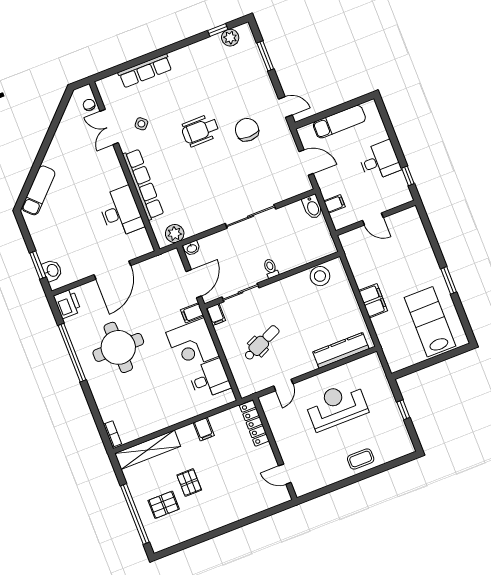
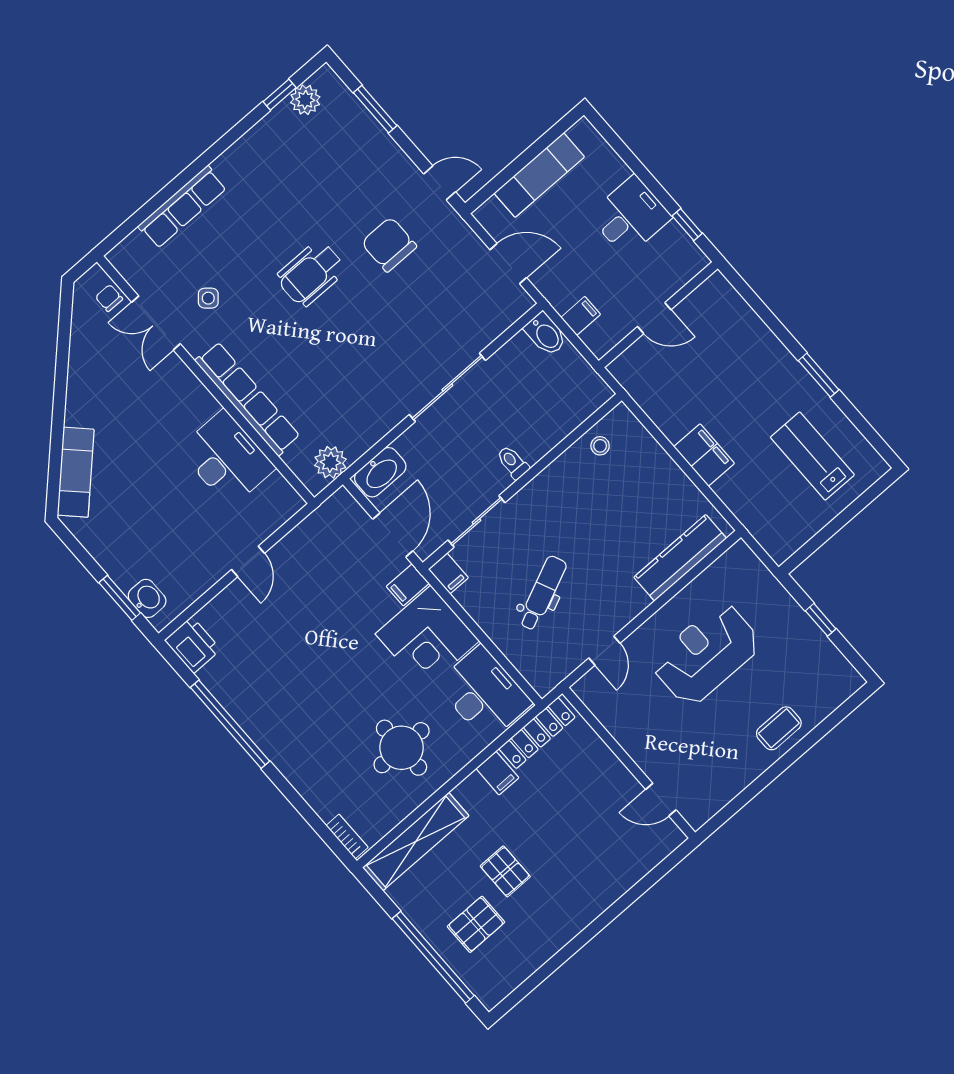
washbasin: (192, 248) -> (380, 472), width x1.91, depth x1.45
door: (112, 270) -> (248, 561), width x0.53
stool: (320, 276) -> (600, 446), width x0.53, depth x0.53
lab bench: (430, 322) -> (812, 456), width x0.73, depth x0.72
round table: (118, 347) -> (402, 748), moved, width x0.73, depth x0.73
desk: (209, 379) -> (484, 694), width x1.37
locker: (254, 423) -> (537, 733), moved, turned -90

